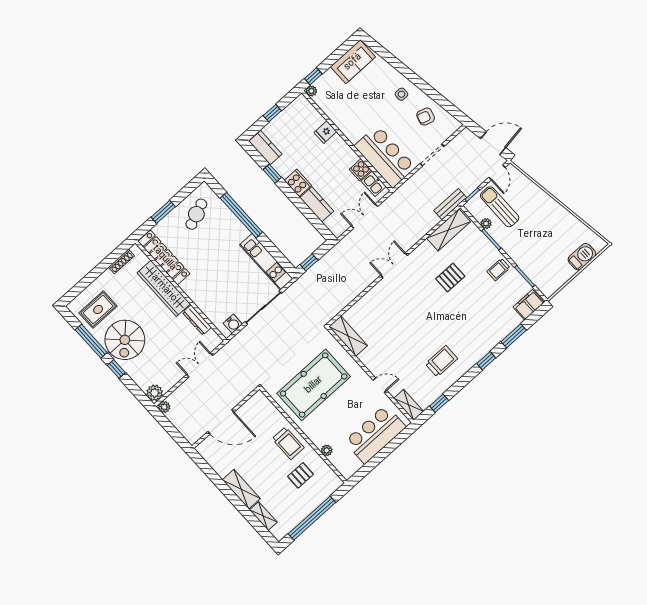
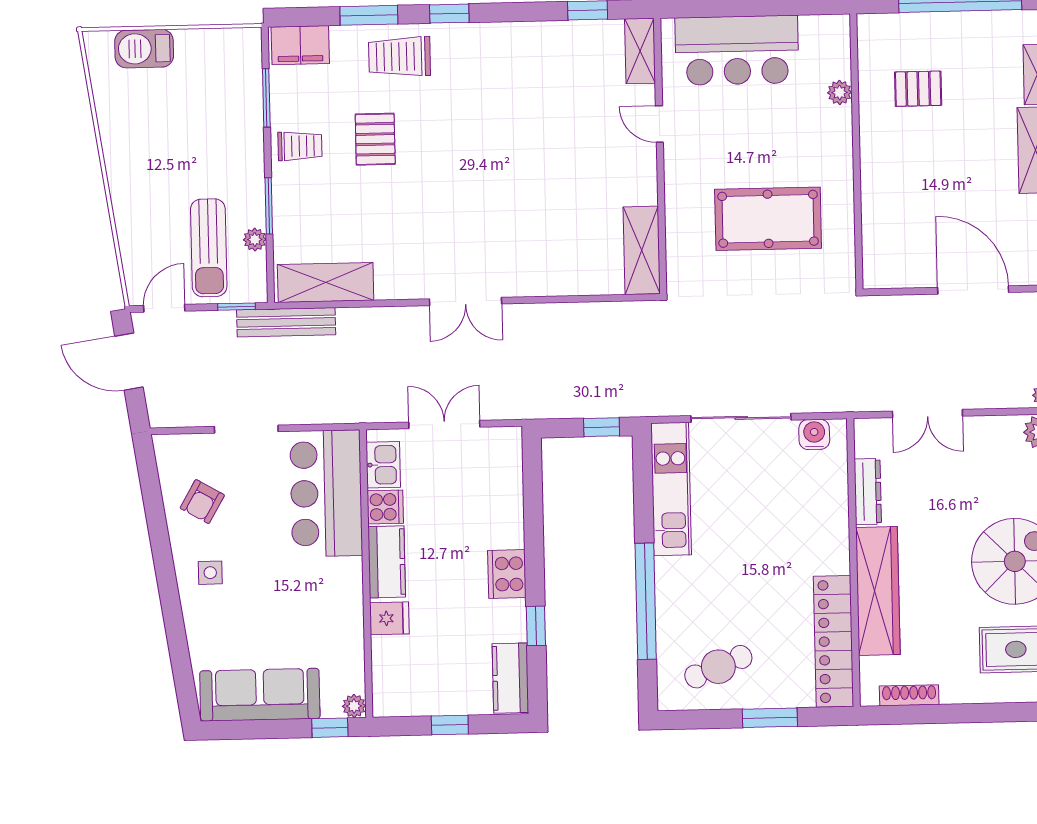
sofa: (353, 62) -> (260, 695), width x1.36
armchair: (426, 117) -> (202, 502), turned 103
kitchen counter: (317, 204) -> (387, 562), moved, turned 180
bench: (450, 204) -> (286, 322), width x1.36
double door: (364, 216) -> (444, 425), swing flipped
pallet: (450, 278) -> (375, 139), moved, turned 90
trolley: (441, 361) -> (400, 57), moved
pool table: (314, 385) -> (768, 219), width x0.73, depth x0.76
trolley: (288, 443) -> (893, 159), removed

